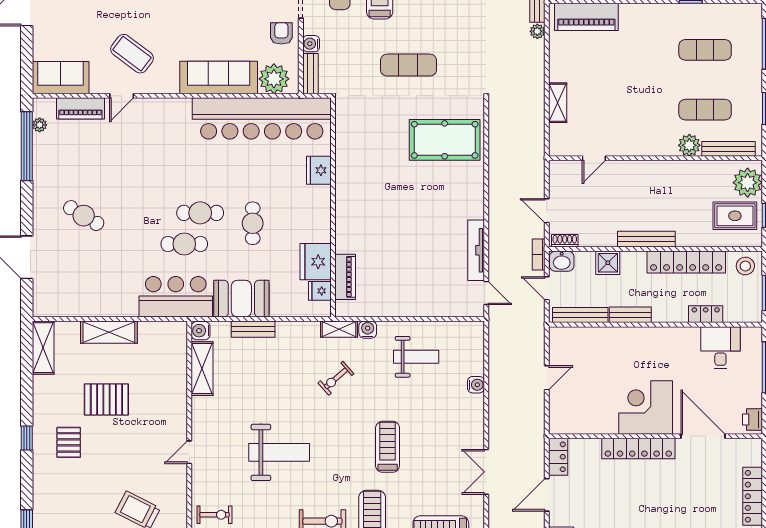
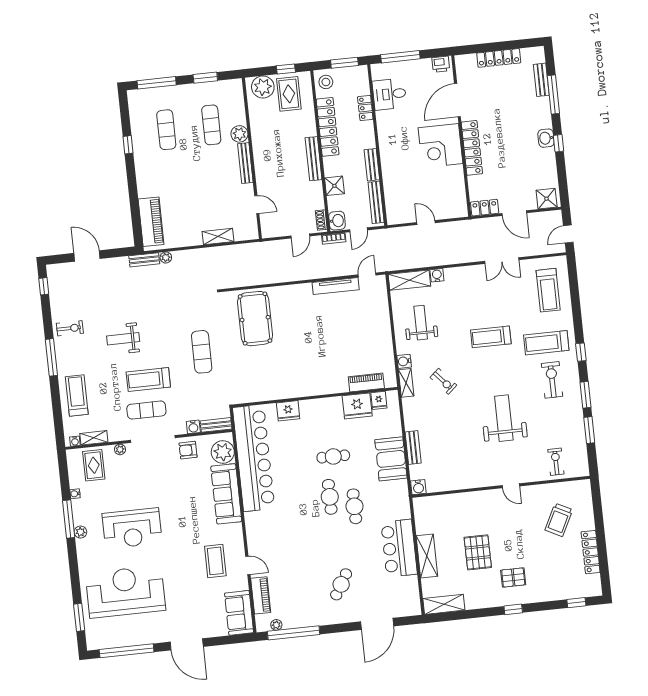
coffee table: (132, 54) -> (215, 561), turned -37
bench: (728, 149) -> (245, 163), moved
bar counter: (176, 297) -> (399, 548), moved
shelving: (202, 369) -> (409, 280), moved

